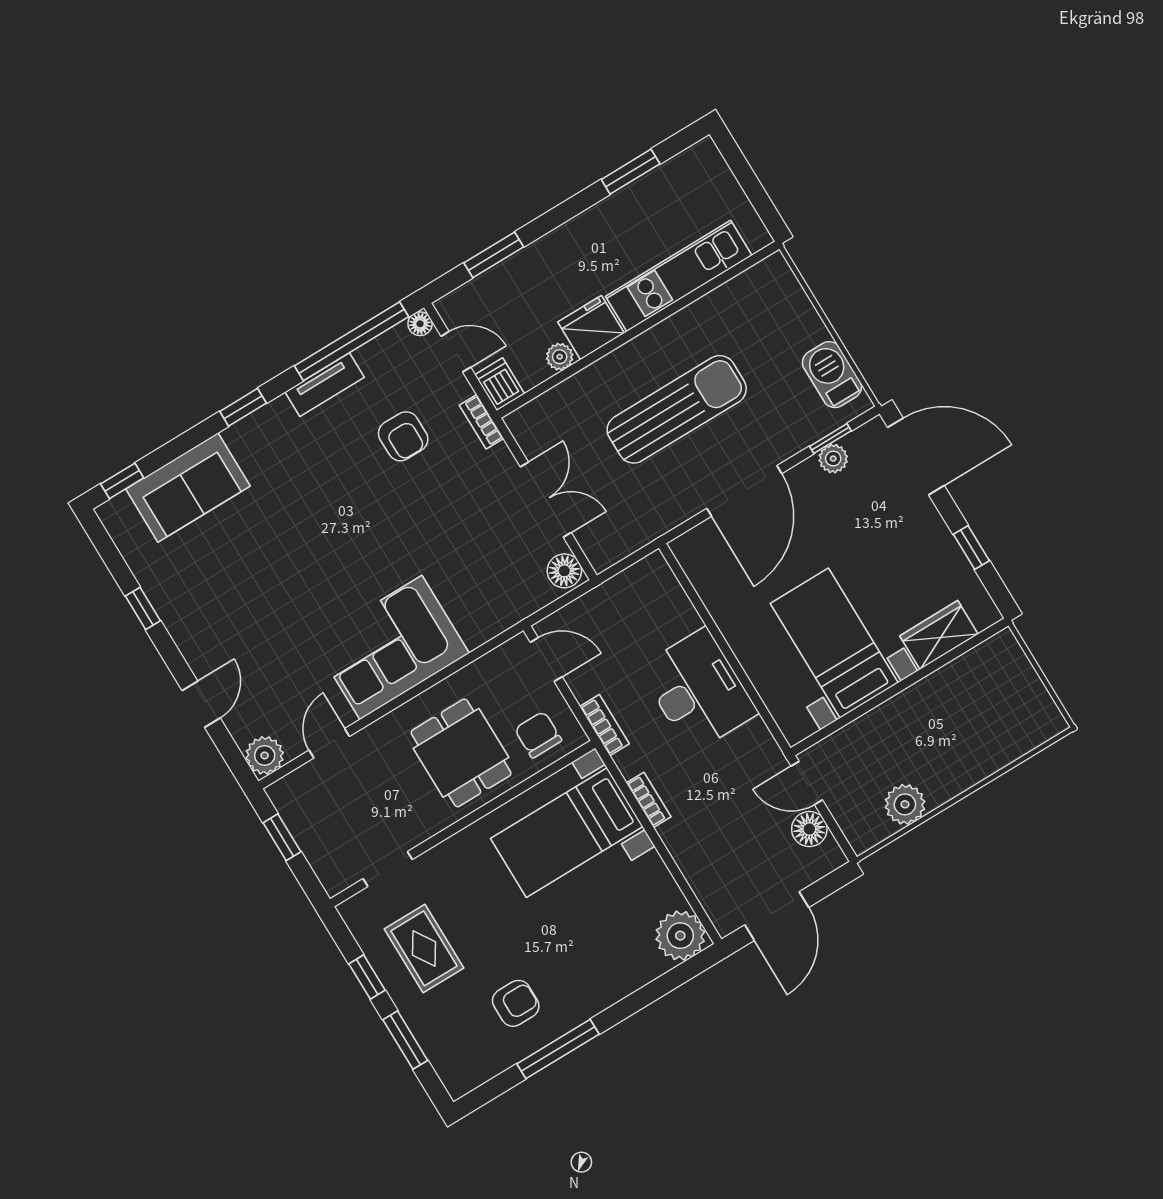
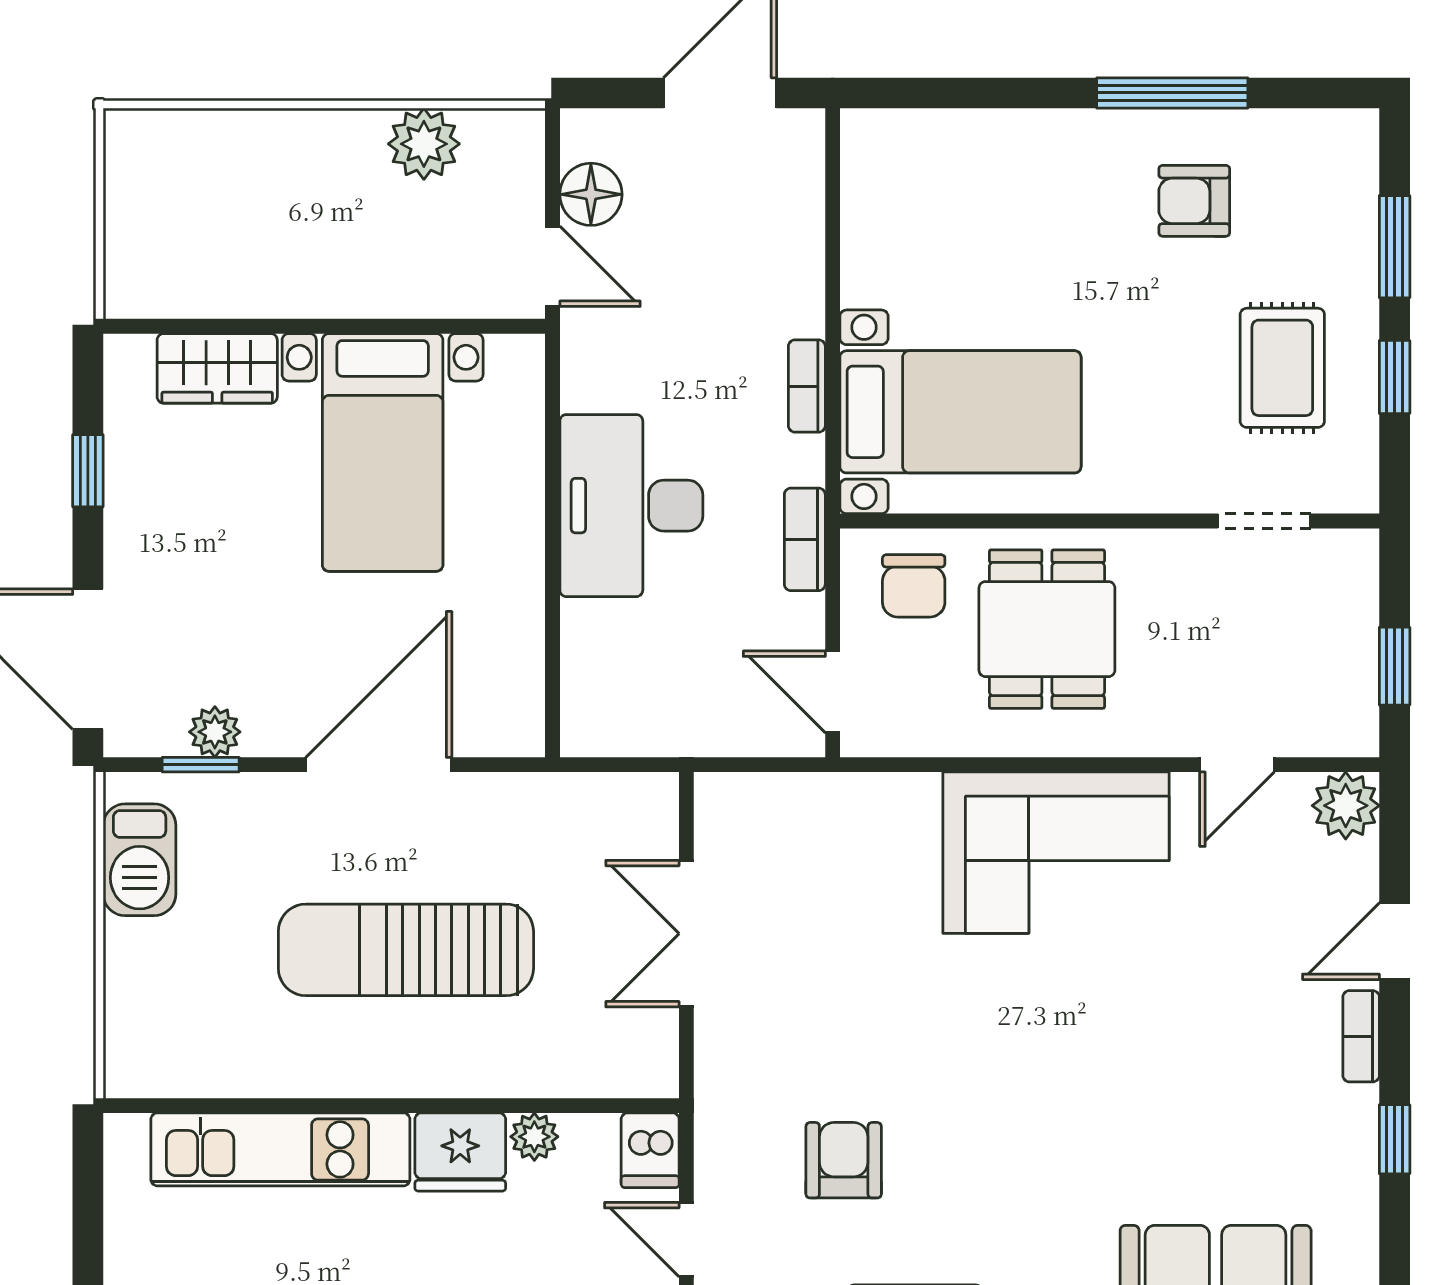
bookcase: (481, 422) -> (1361, 1036), moved, turned 180
floor lamp: (564, 571) -> (724, 809), removed
plant: (680, 936) -> (884, 152), removed

